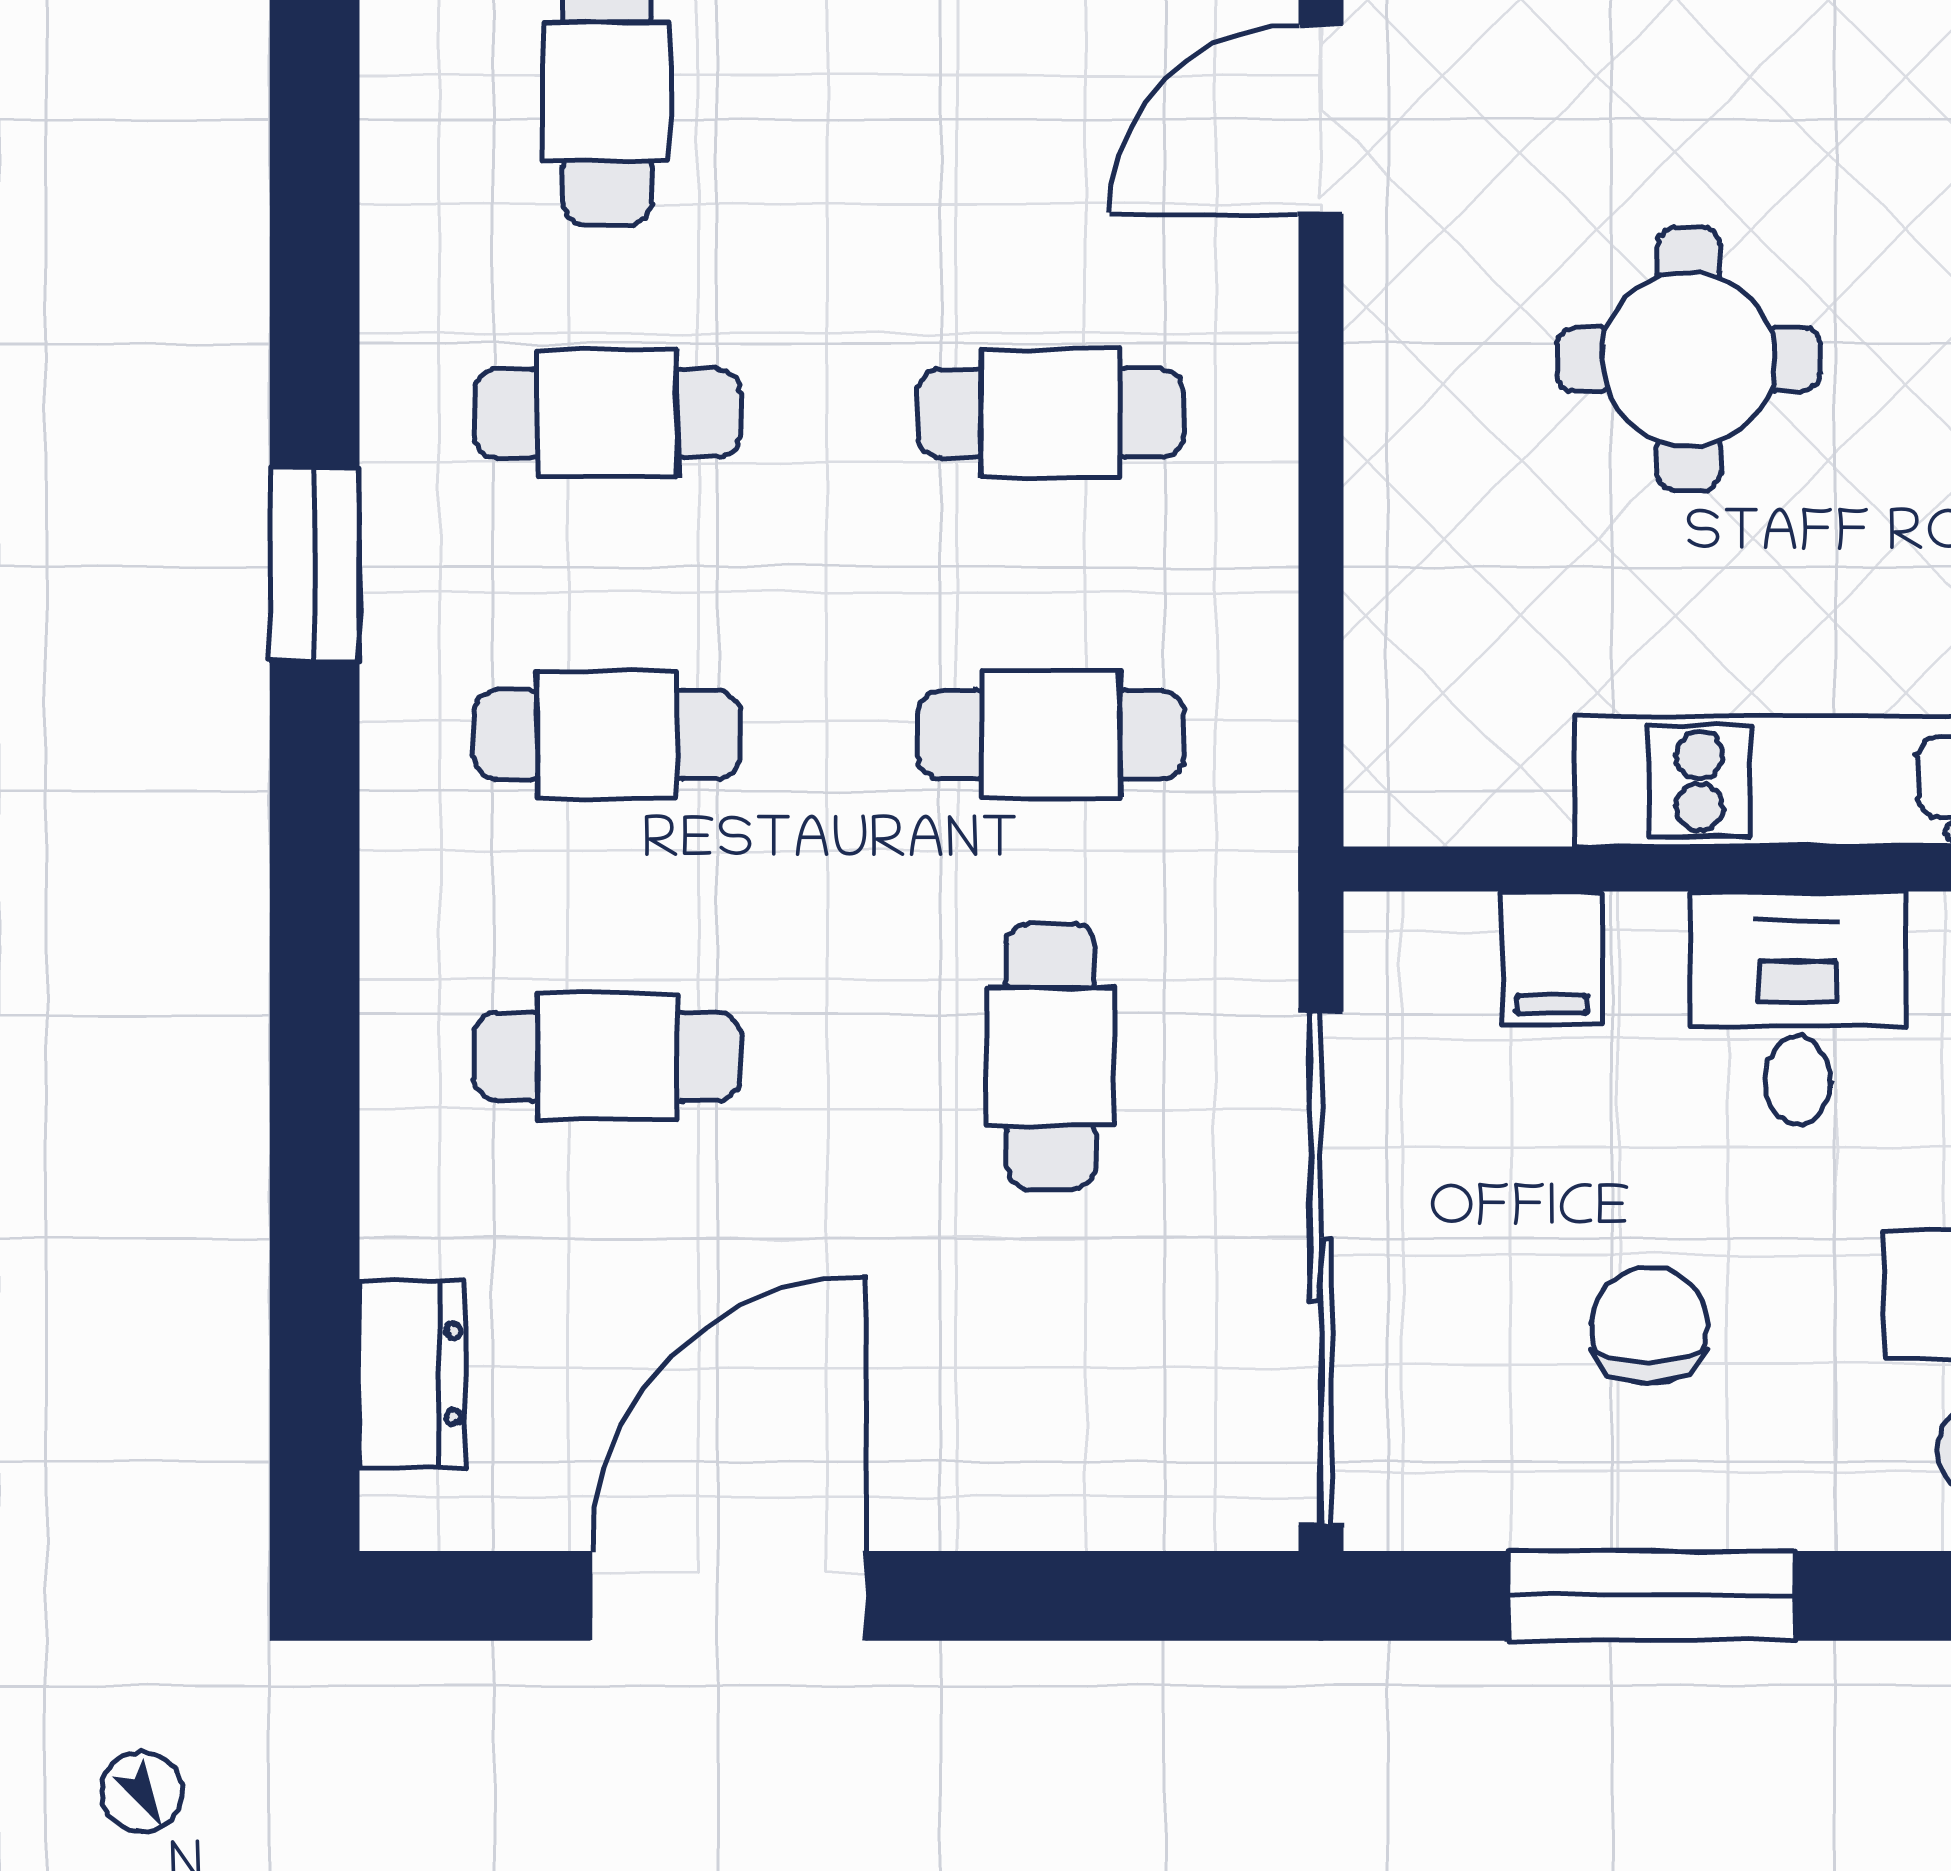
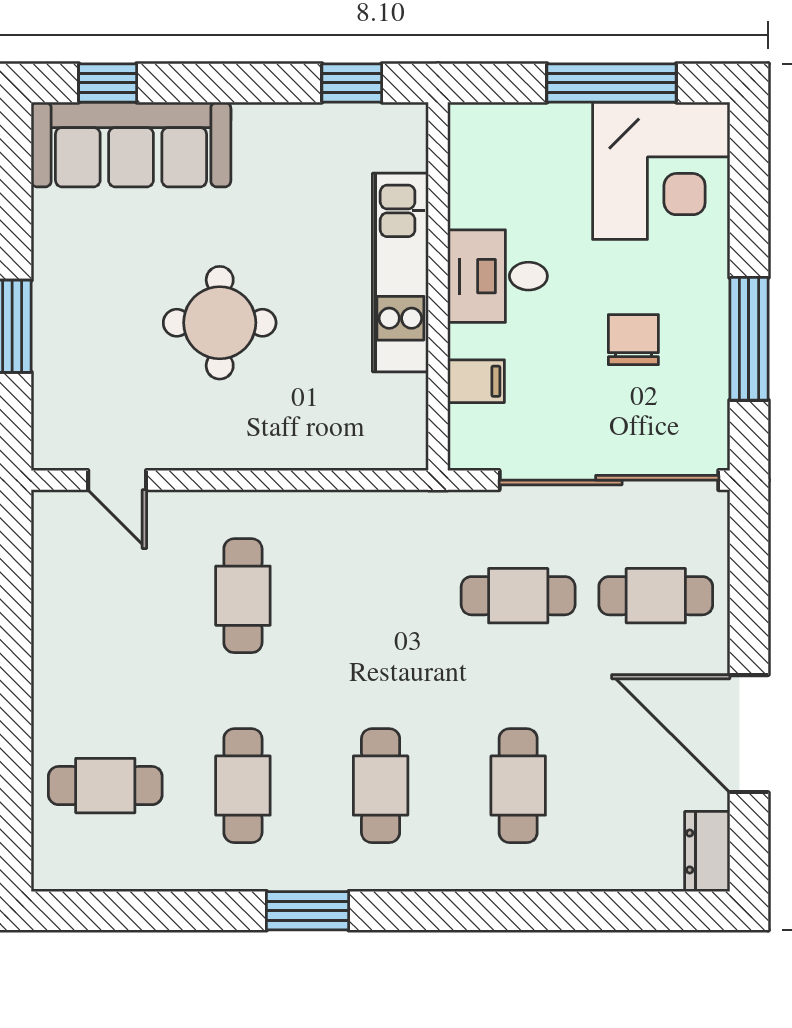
door: (1321, 119) -> (117, 480), width x0.73
cafe table: (1051, 735) -> (656, 596), moved, turned 90
chair: (1649, 1326) -> (633, 340), turned 90
dresser: (412, 1374) -> (707, 852), moved, turned -90

